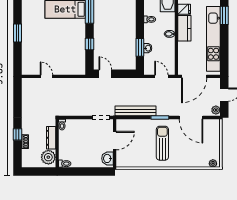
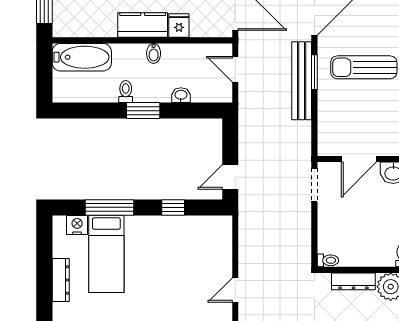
fridge: (184, 9) -> (179, 25), moved
window: (140, 47) -> (143, 111), moved
door: (161, 76) -> (235, 69), hinge flipped
bench: (136, 111) -> (302, 81), moved
door: (115, 141) -> (359, 159), swing flipped

